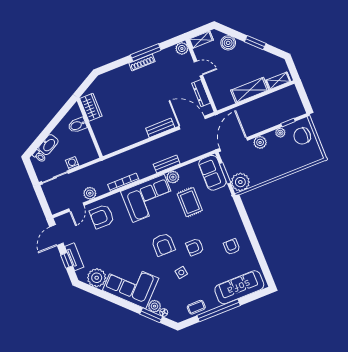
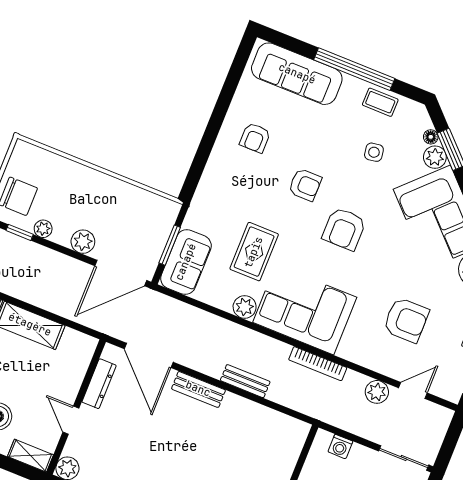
washing machine: (72, 163) -> (340, 447), moved
bench: (167, 164) -> (245, 381), moved
plant: (240, 182) -> (160, 214), removed
armchair: (102, 217) -> (406, 320), moved
armchair: (163, 244) -> (344, 229), turned 180
side table: (181, 272) -> (374, 152), moved

